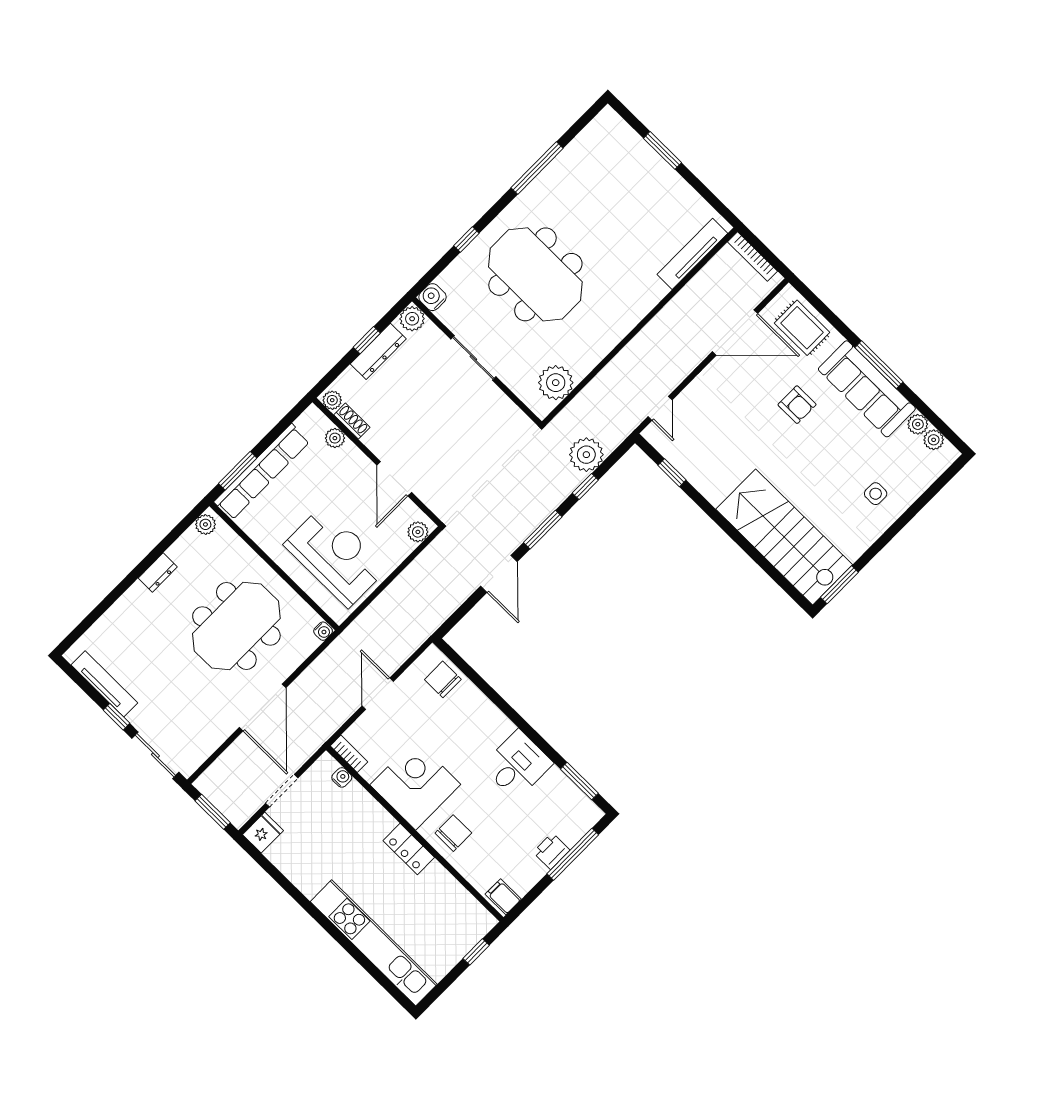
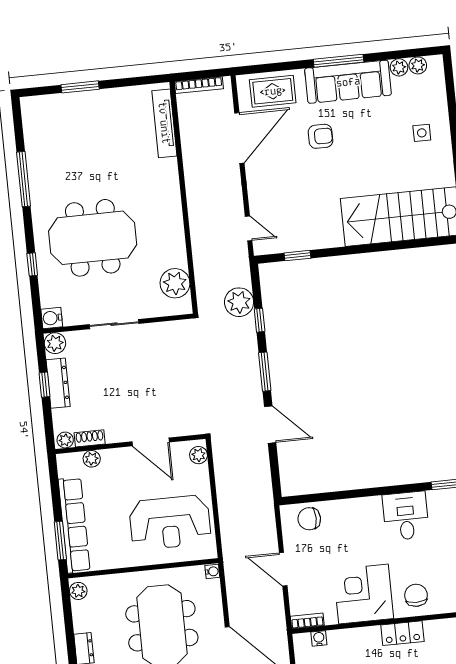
reception desk: (336, 556) -> (170, 522), turned 180

